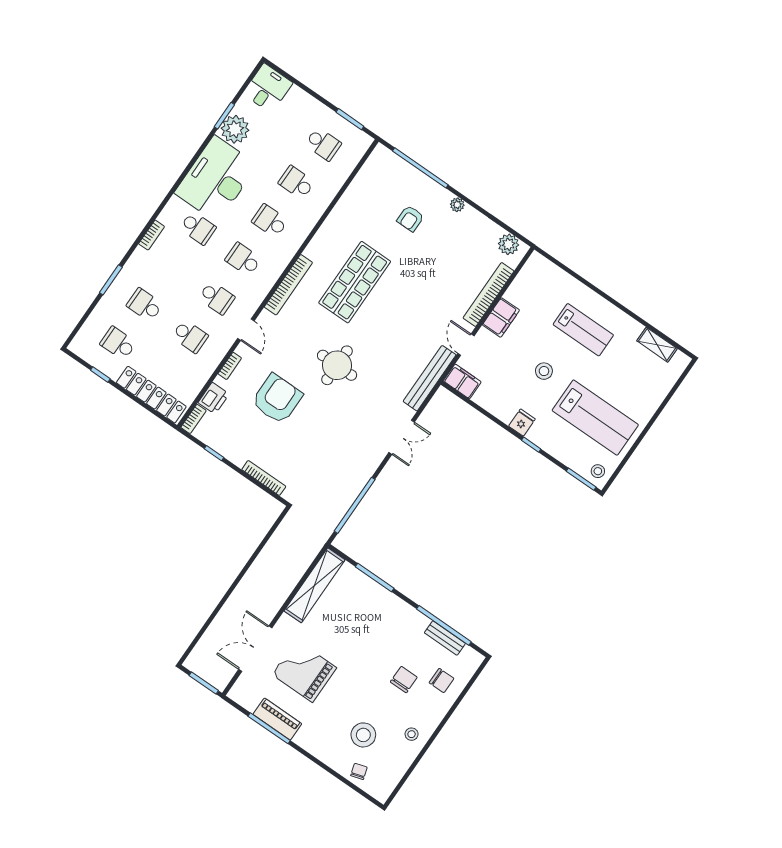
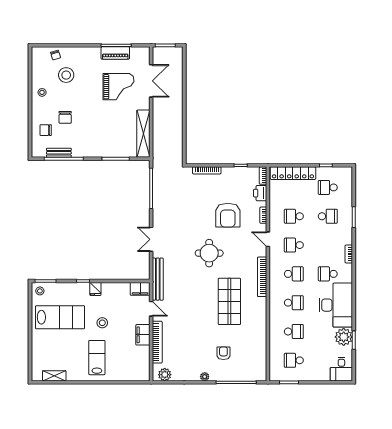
lab bench: (583, 330) -> (97, 358), turned 90
school desk: (118, 343) -> (328, 187), turned 180
lab bench: (595, 418) -> (60, 317), turned 180

